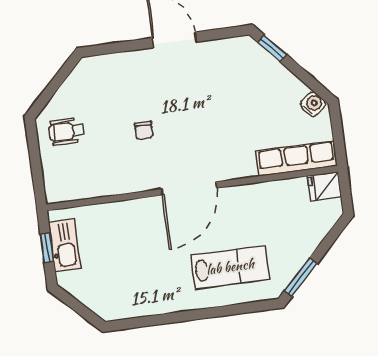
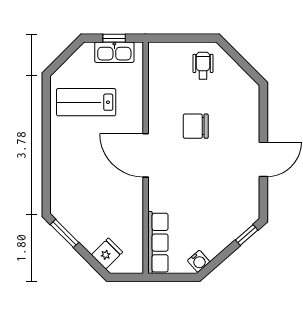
chair: (144, 130) -> (196, 126), width x1.87, depth x1.87
fridge: (324, 186) -> (107, 253), moved, turned 45
lab bench: (230, 267) -> (86, 102), moved, turned 90

